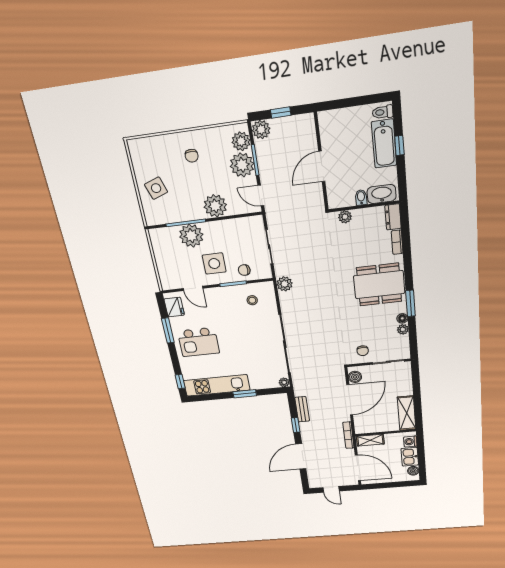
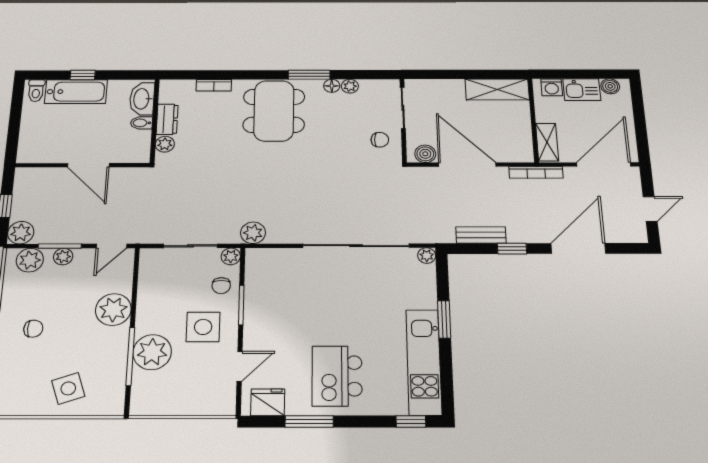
plant: (242, 165) -> (63, 257), width x0.53, depth x0.53
dresser: (393, 217) -> (167, 119), moved, turned -90
plant: (266, 273) -> (231, 256), added
stool: (252, 300) -> (273, 282), removed
kitchen island: (199, 342) -> (337, 376), turned 180
door: (301, 457) -> (578, 248), swing flipped

